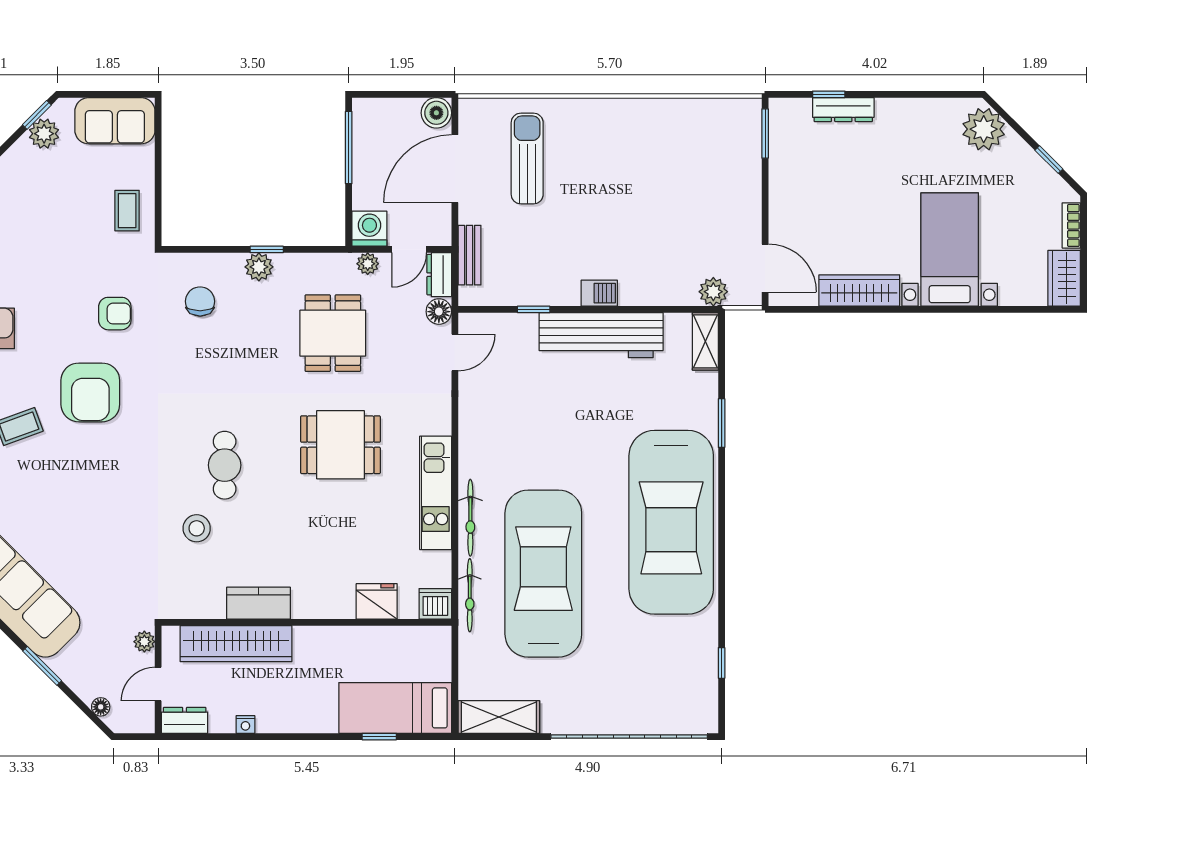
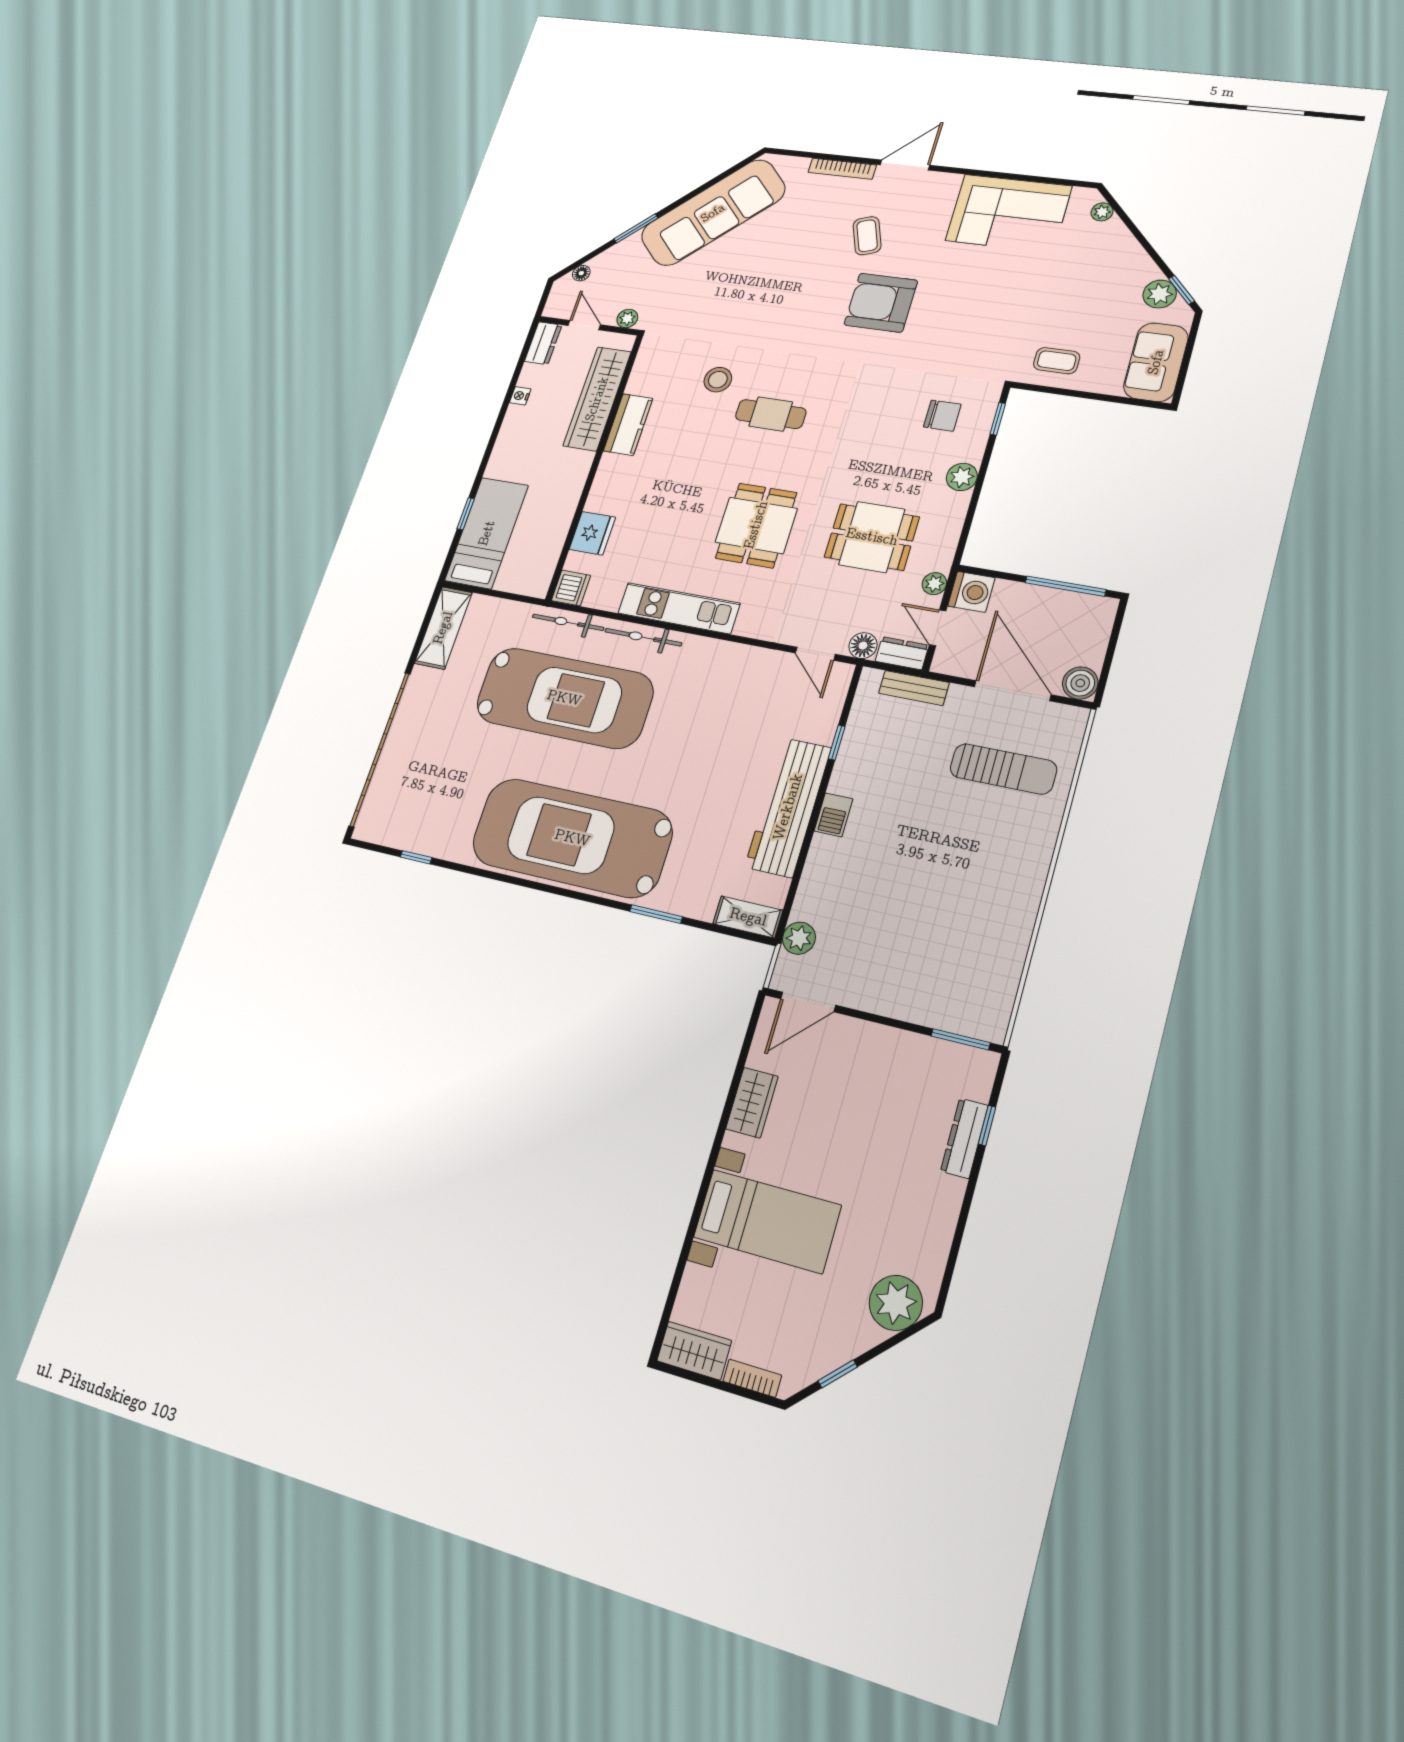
window: (267, 249) -> (998, 419), moved
wardrobe: (859, 290) -> (752, 1103), width x0.67
armchair: (115, 314) -> (953, 335), removed

